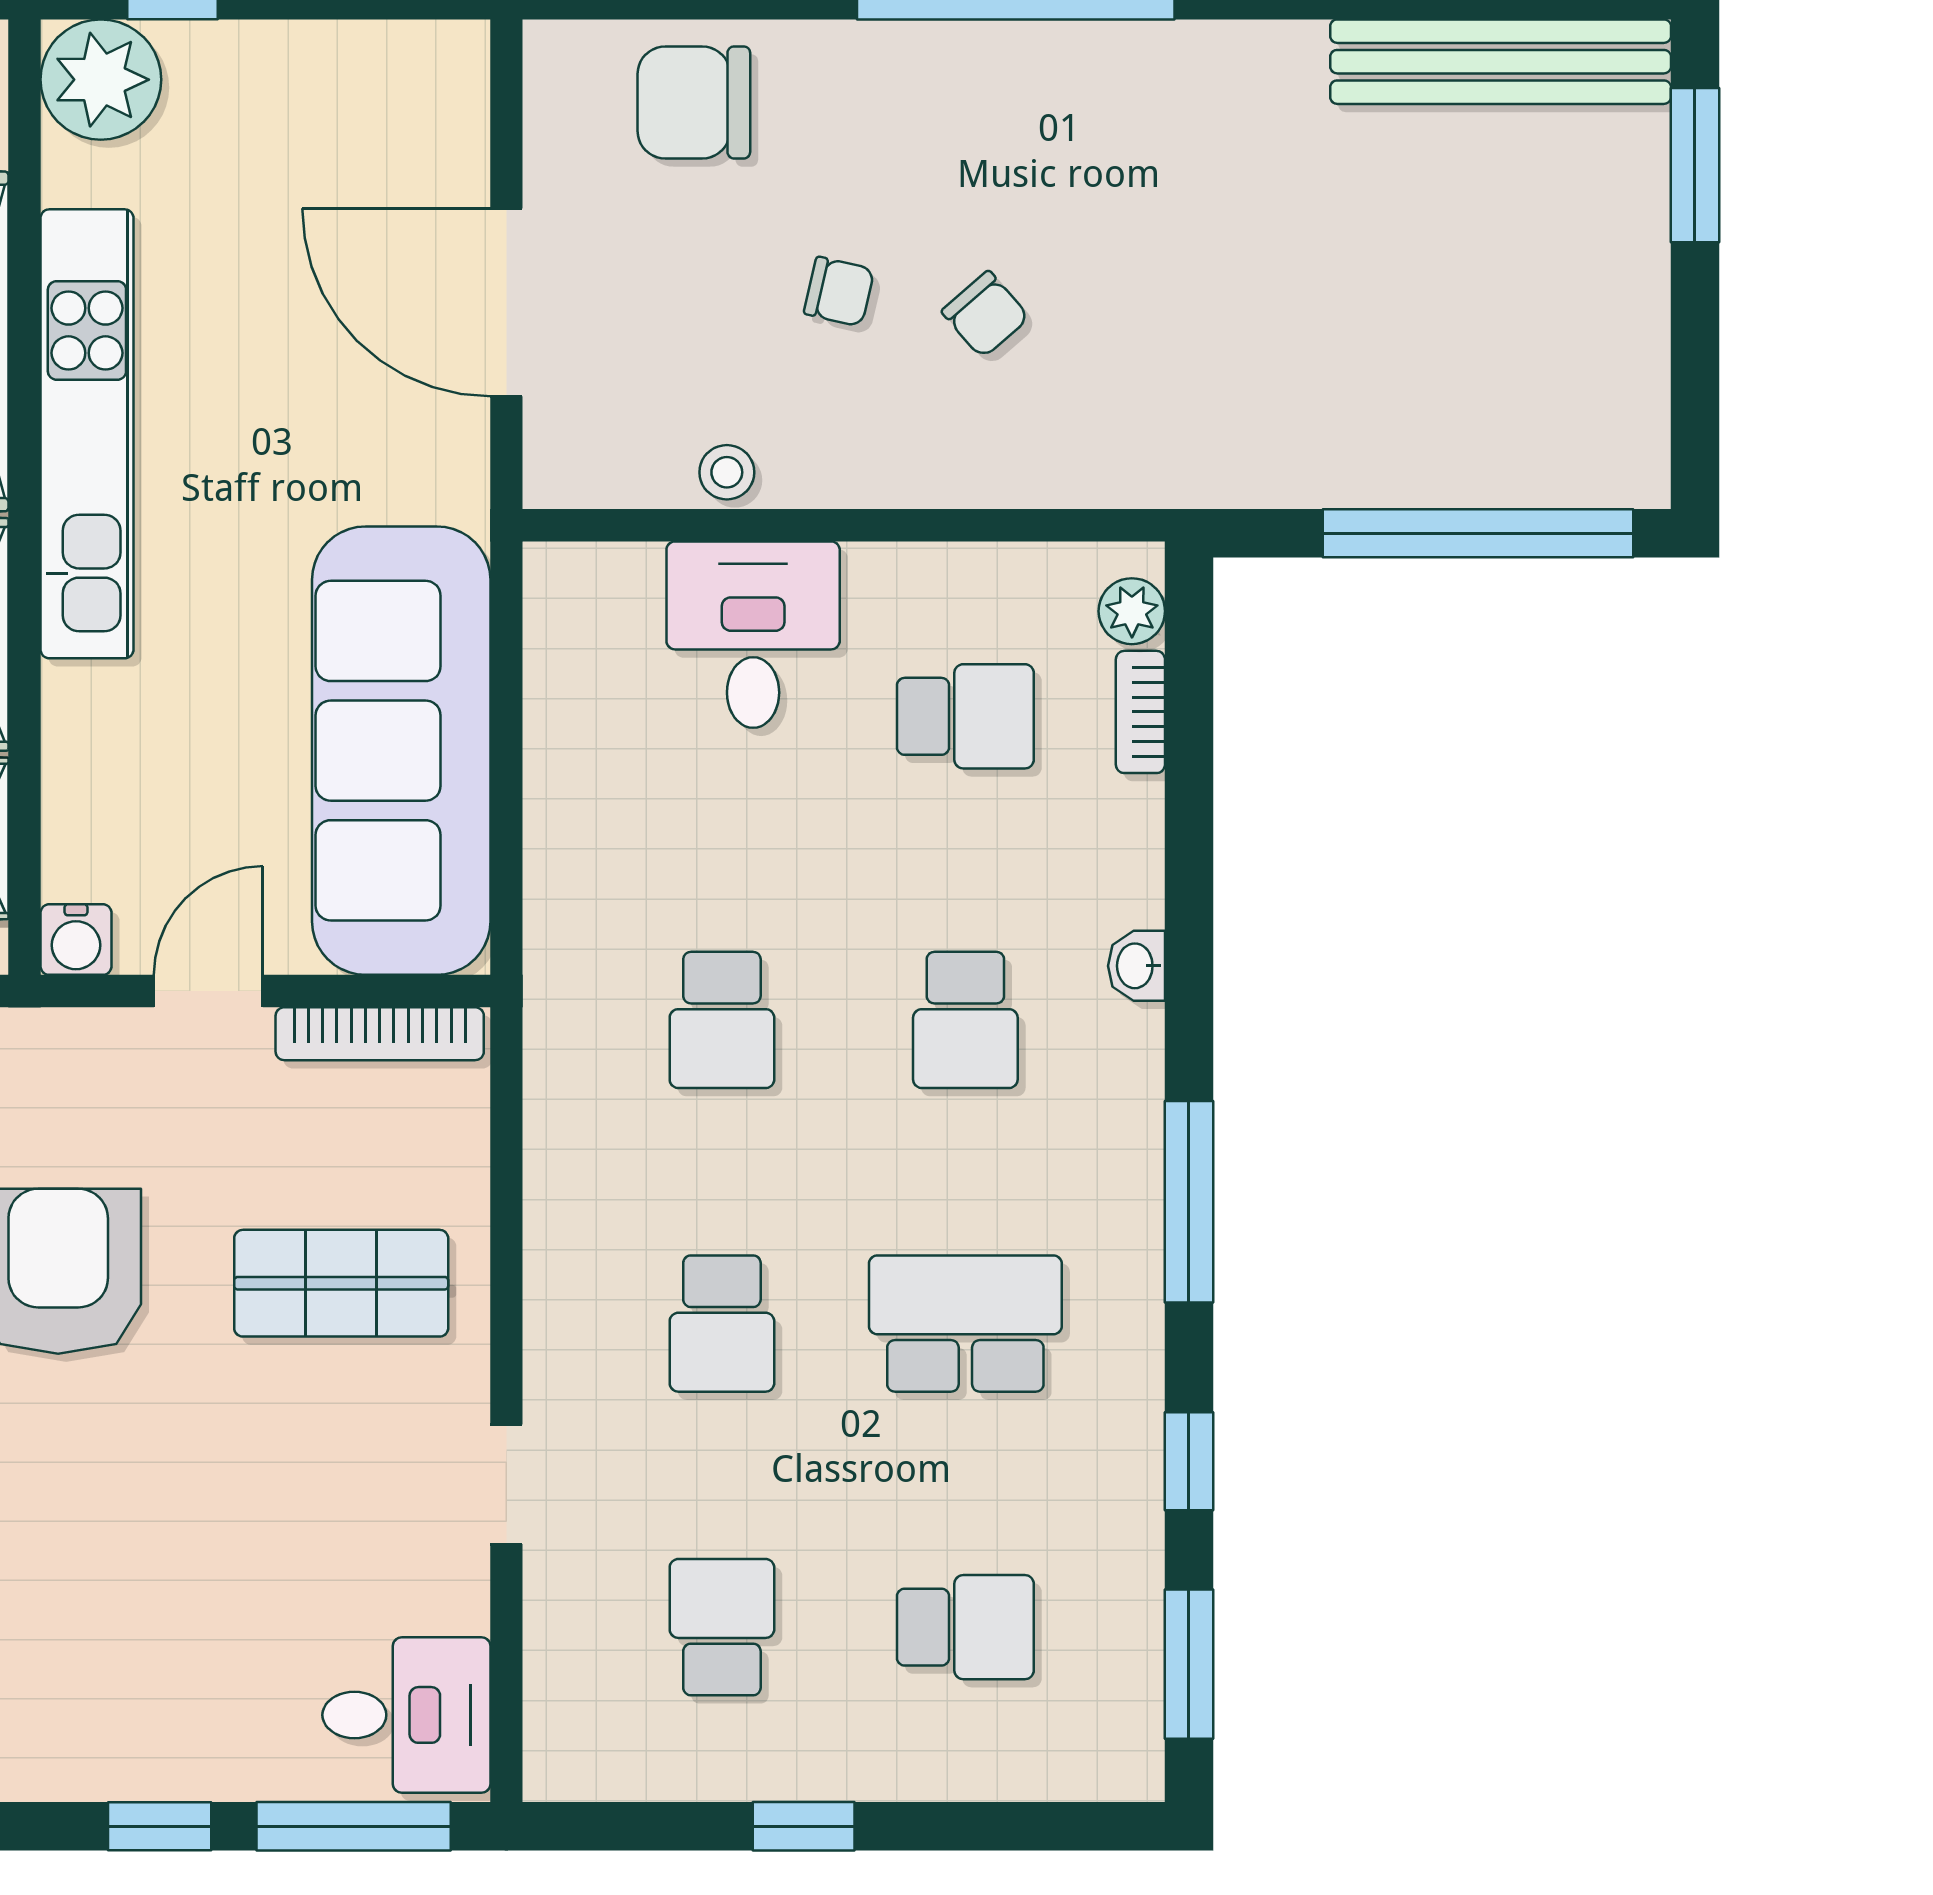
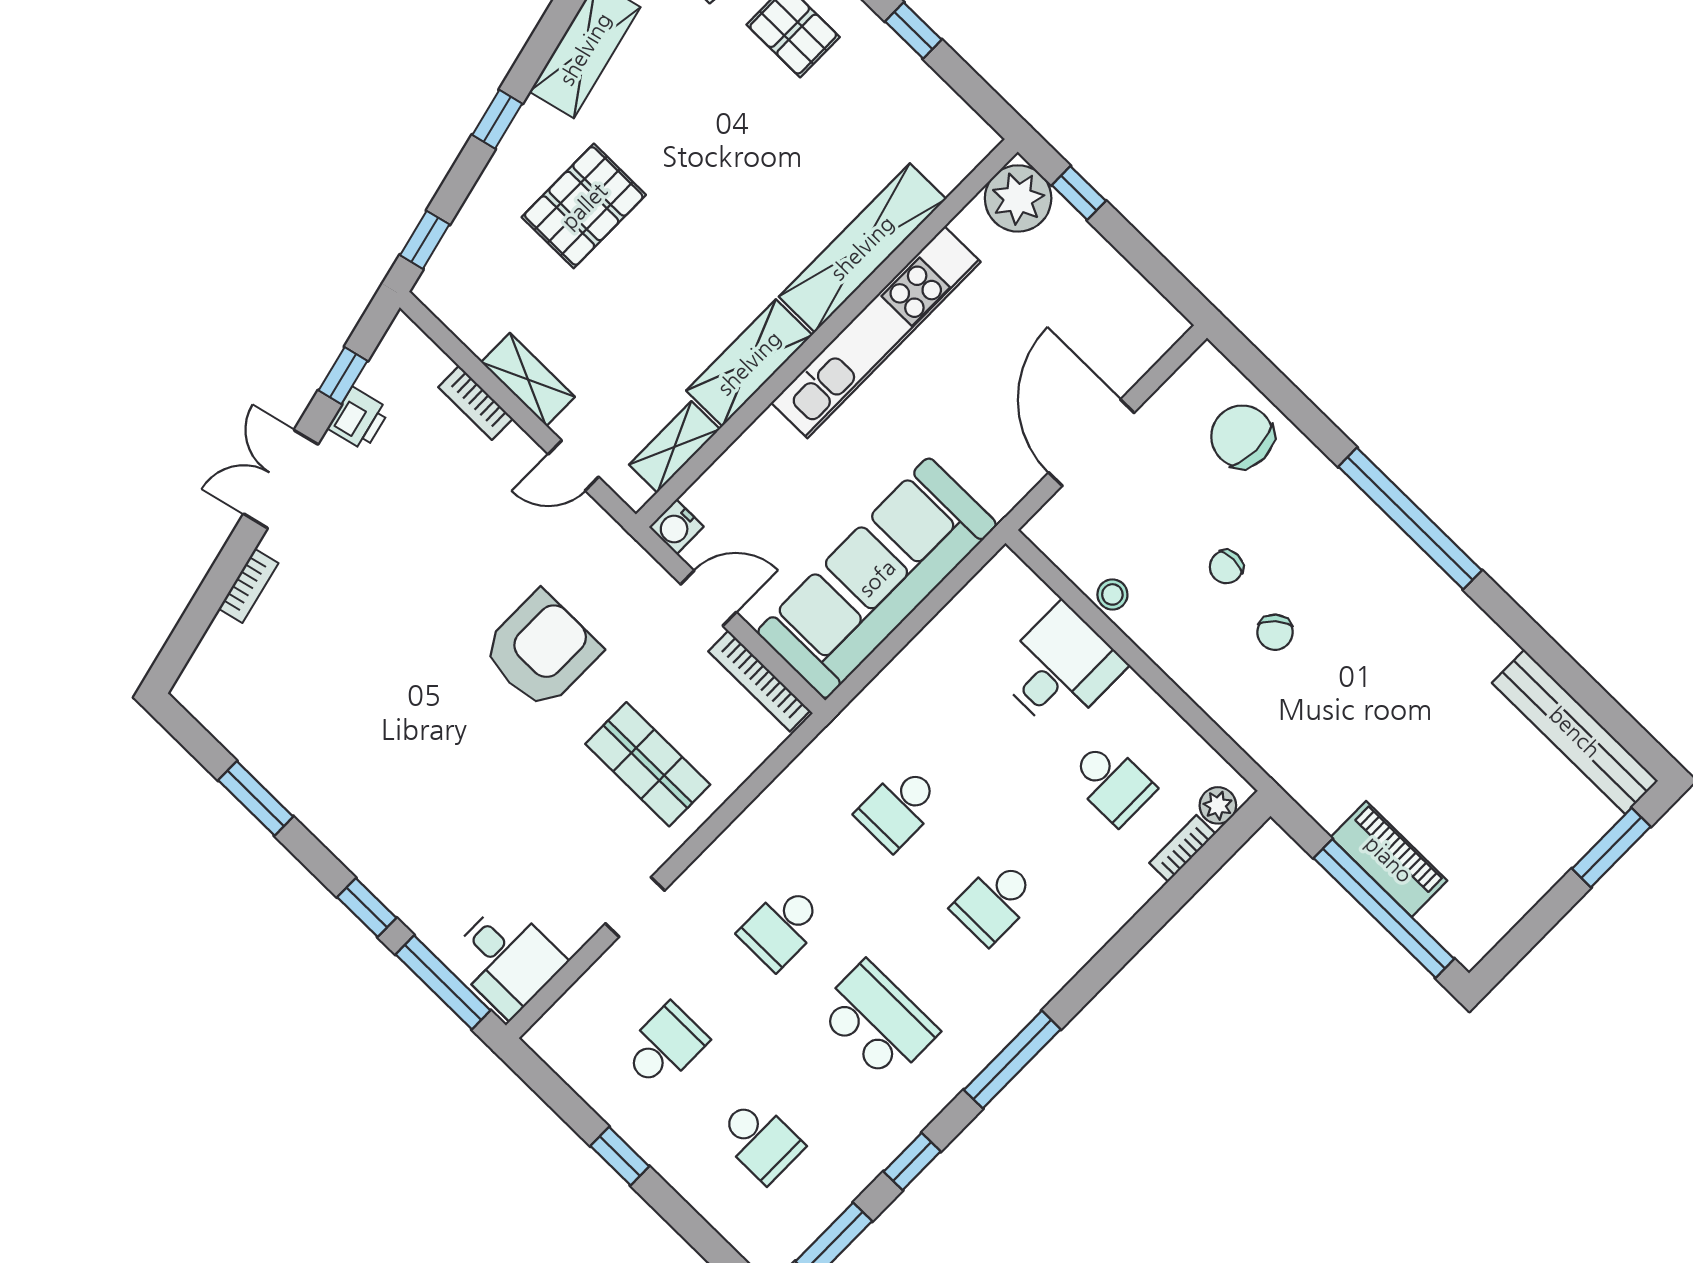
chair: (839, 292) -> (1226, 567), turned 77
piano: (1421, 463) -> (1389, 859), added
washbasin: (1137, 966) -> (1083, 947), removed

